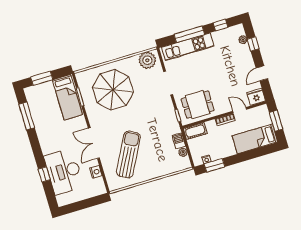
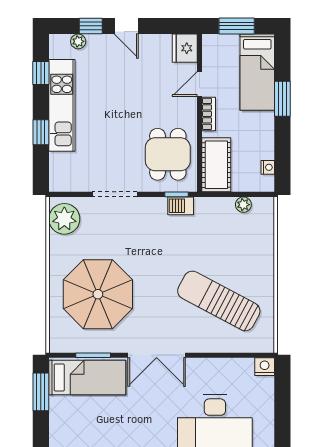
window: (189, 34) -> (41, 132), width x0.46
kitchen unit: (188, 47) -> (62, 105), moved
door: (262, 73) -> (126, 26), moved
window: (42, 78) -> (41, 392), moved
cot: (195, 131) -> (216, 165), width x1.37, depth x1.34
barbecue: (179, 141) -> (181, 206), moved
double door: (94, 143) -> (157, 355), moved
window: (214, 165) -> (282, 99), moved
nightstand: (96, 172) -> (265, 367), moved

